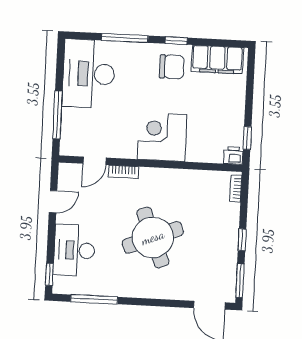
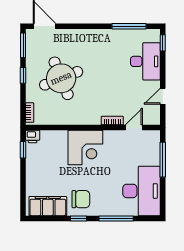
chair: (172, 67) -> (81, 199), turned 180
round table: (153, 237) -> (61, 78), moved

